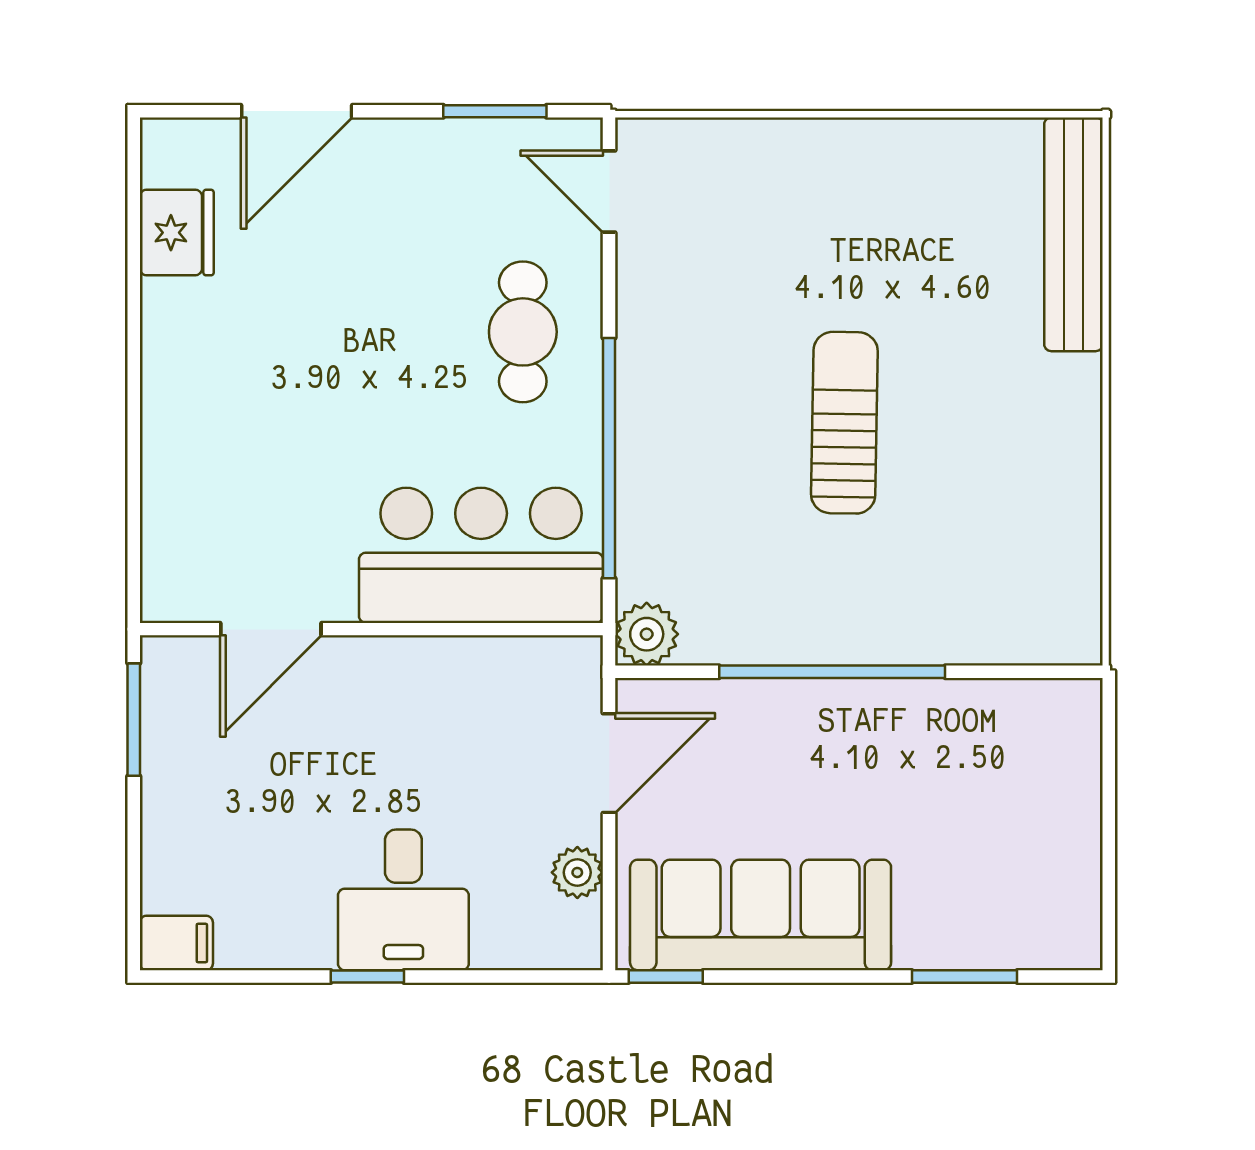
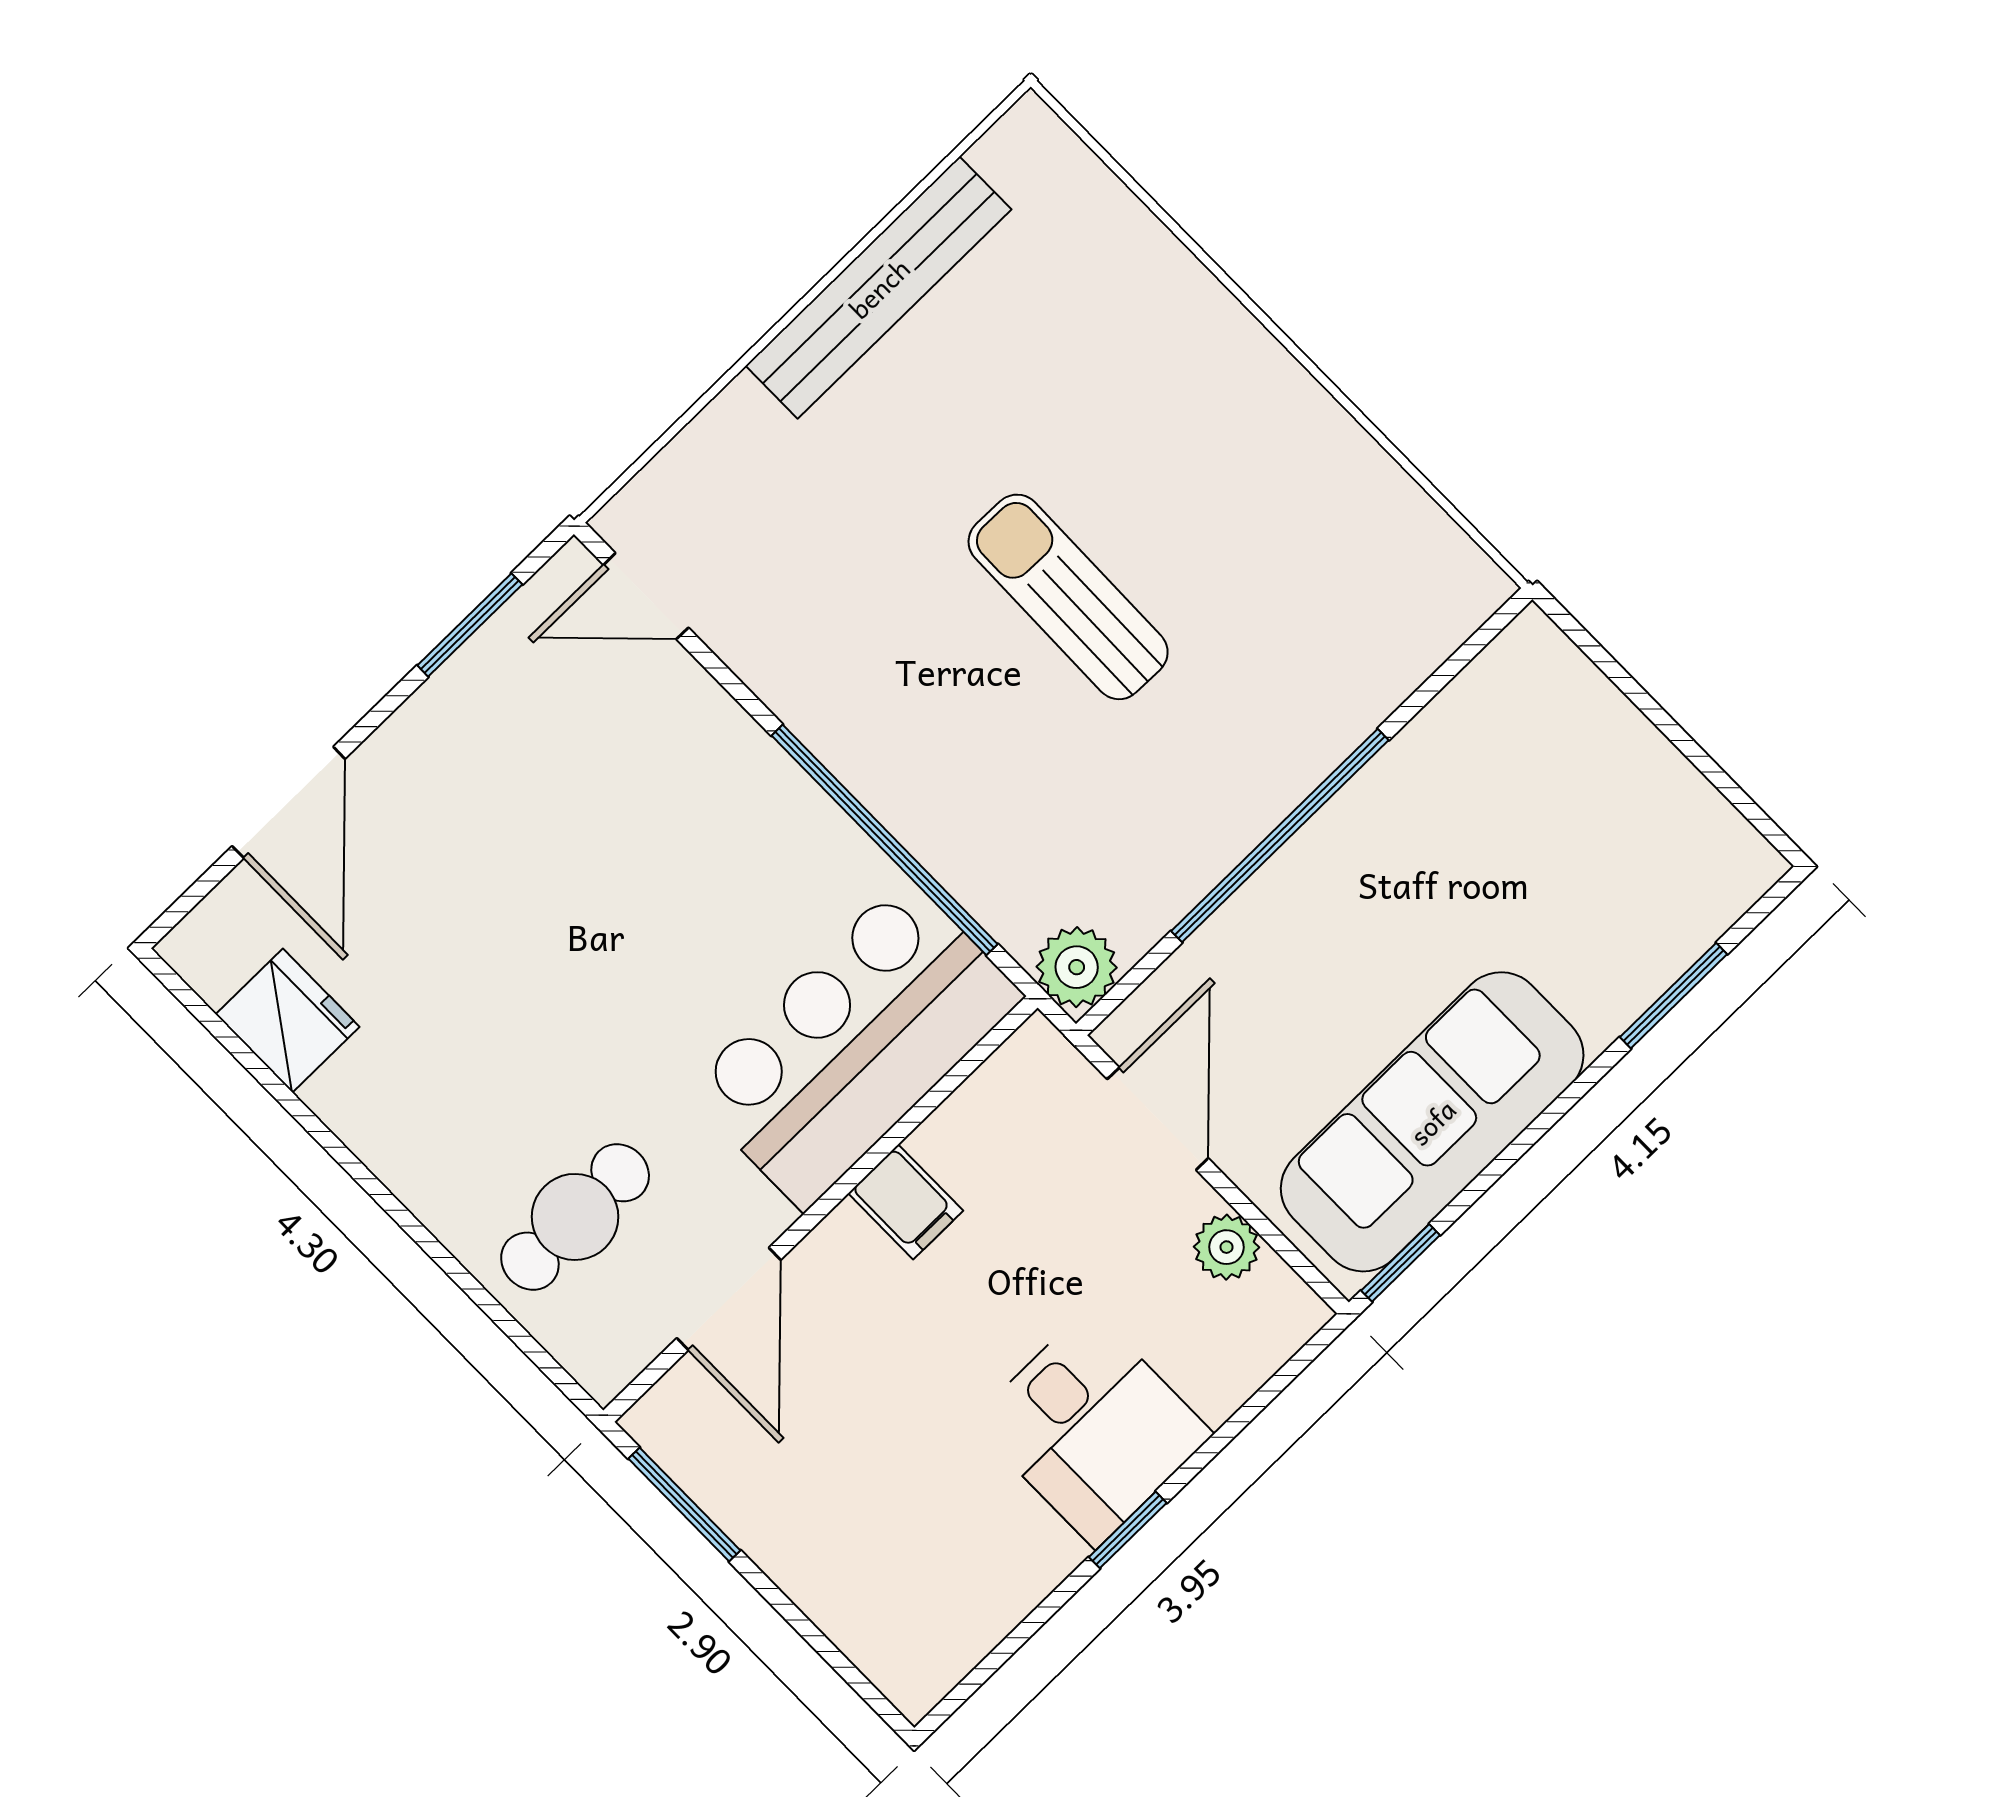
bench: (1073, 234) -> (879, 288), moved, turned 90
cafe table: (523, 332) -> (575, 1217), moved, turned 90
filing cabinet: (176, 943) -> (906, 1202), moved, turned 90

